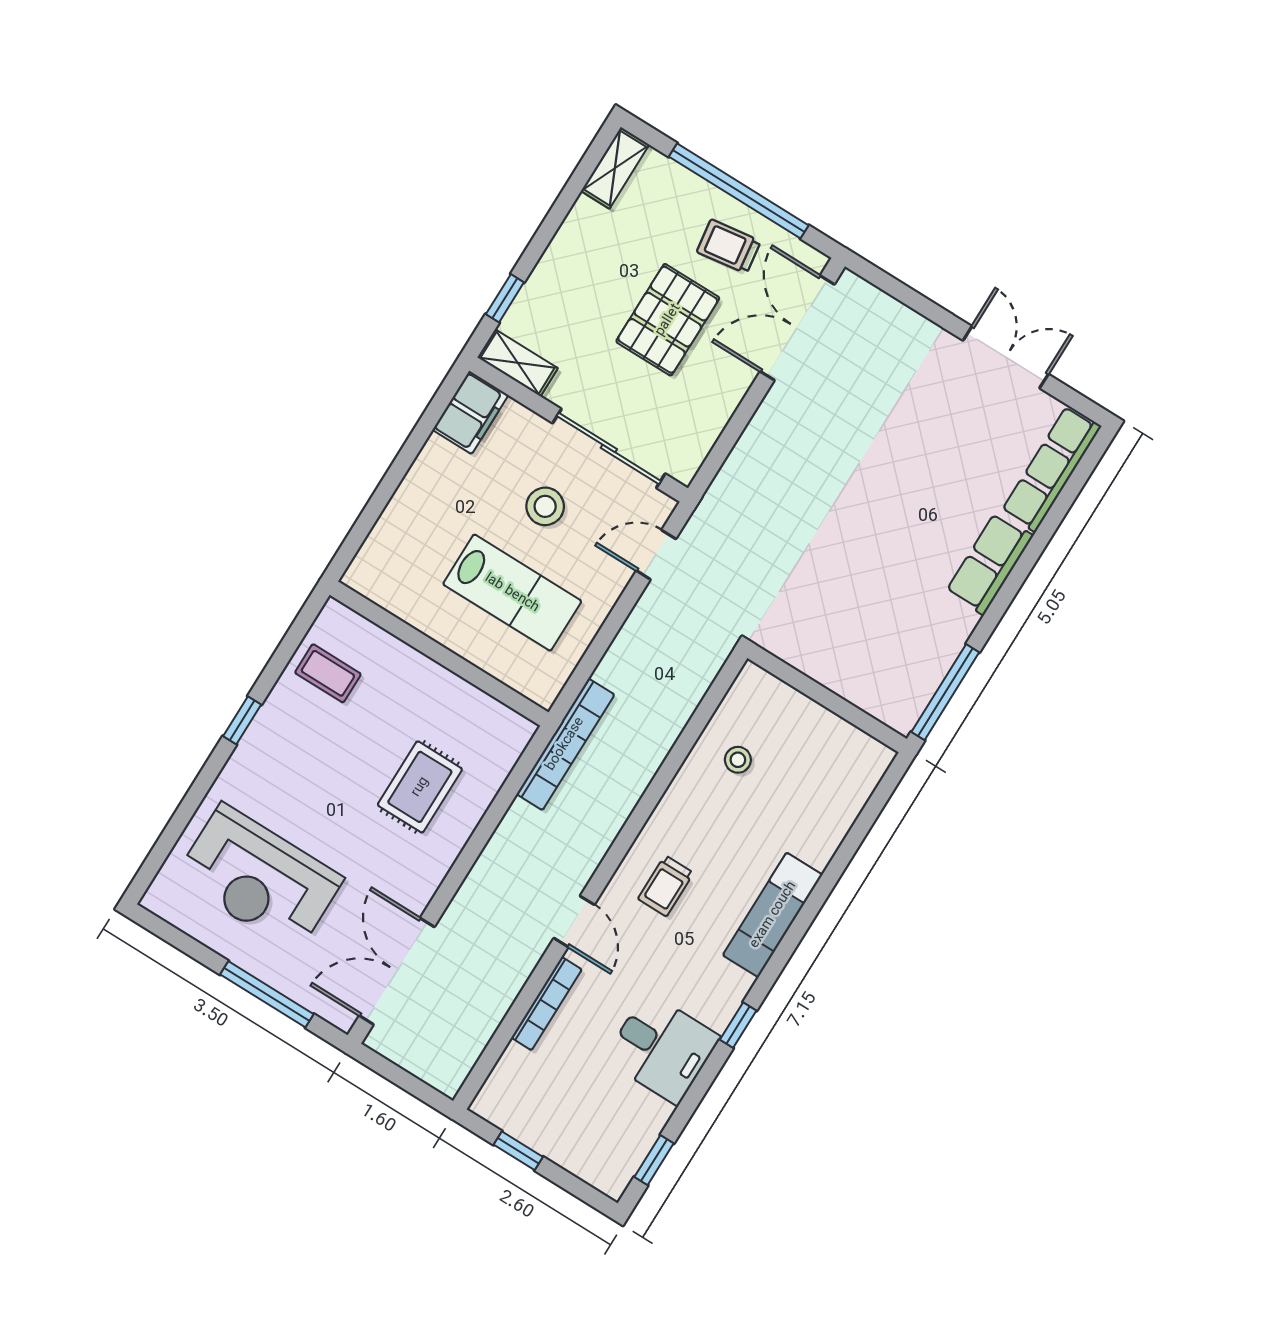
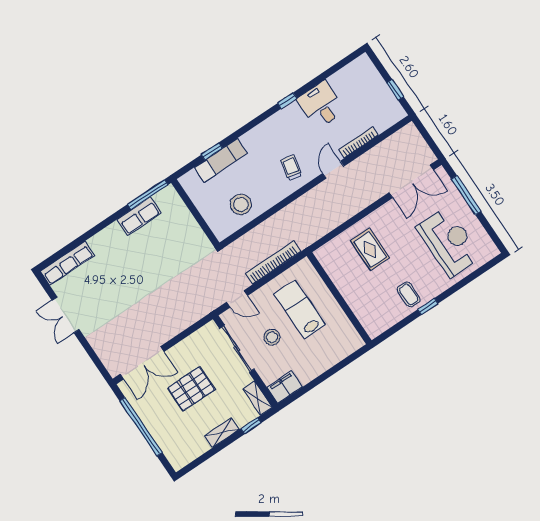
shelving: (615, 168) -> (222, 433), moved
trolley: (729, 246) -> (155, 407), removed
row of seats: (989, 564) -> (139, 216), moved
coffee table: (328, 673) -> (409, 294), moved
bookcase: (565, 744) -> (273, 263), moved
stool: (738, 760) -> (241, 204), width x1.89, depth x1.89
rug: (420, 787) -> (370, 249), turned 90
trolley: (666, 886) -> (291, 168), turned -78
exam couch: (773, 915) -> (221, 160), moved
window: (654, 1160) -> (212, 151), moved

